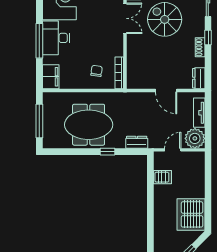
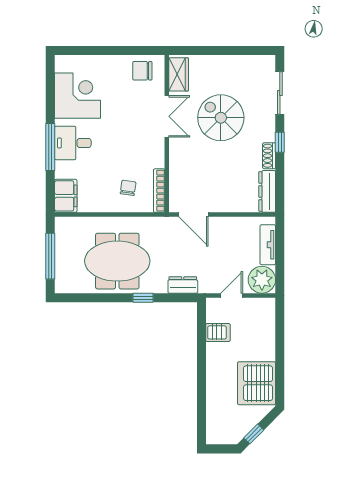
desk: (56, 38) -> (73, 143), width x0.73
dresser: (199, 78) -> (267, 191), width x1.44
door: (166, 91) -> (193, 215), moved

